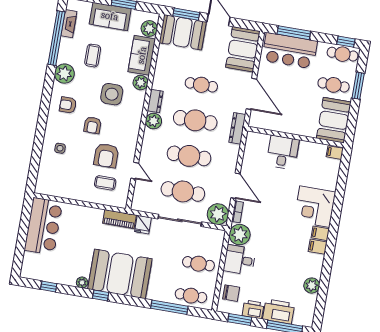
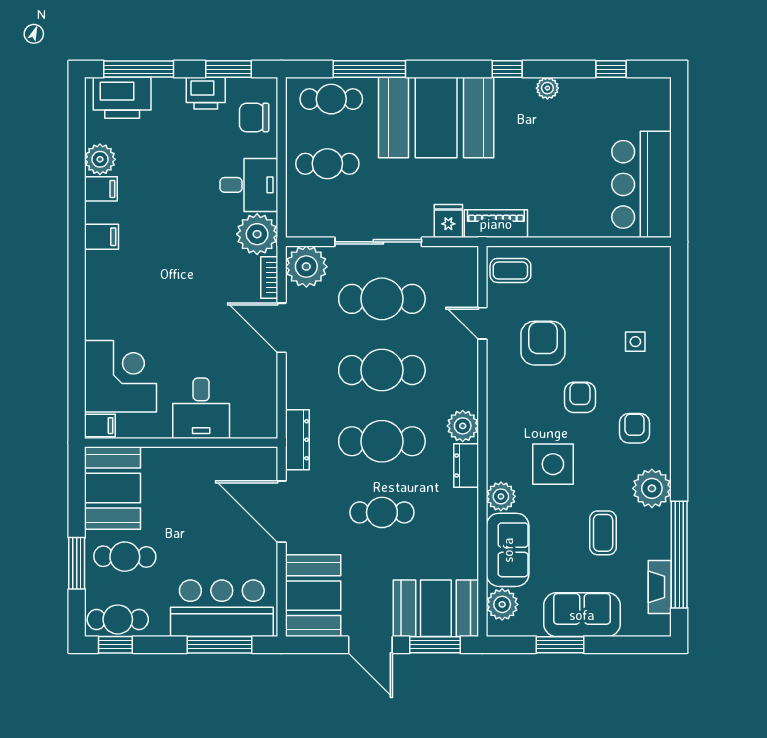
armchair: (68, 105) -> (635, 428), turned -90
coffee table: (105, 183) -> (510, 270), moved
corner desk: (315, 207) -> (121, 376), moved
filing cabinet: (320, 233) -> (101, 189), moved
booth: (120, 274) -> (436, 117), moved
printer: (279, 311) -> (122, 98), moved

